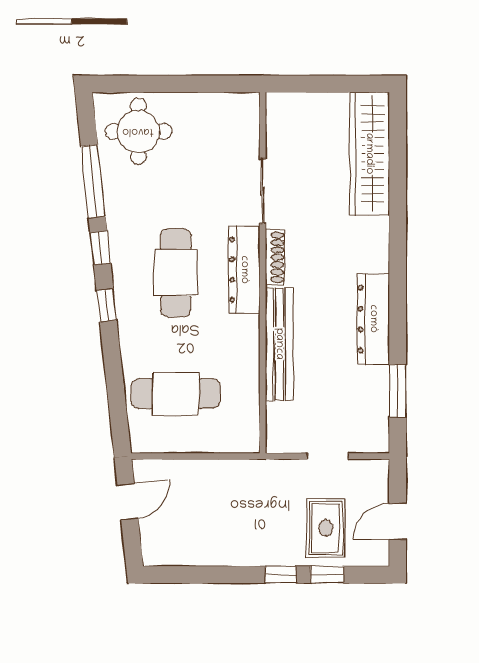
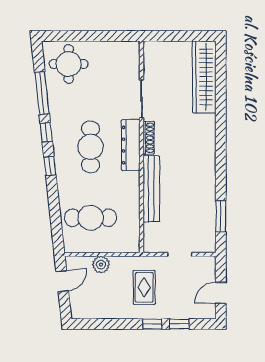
dresser: (373, 319) -> (206, 174), removed
plant: (194, 473) -> (101, 265), added
rug: (326, 528) -> (144, 287), moved

